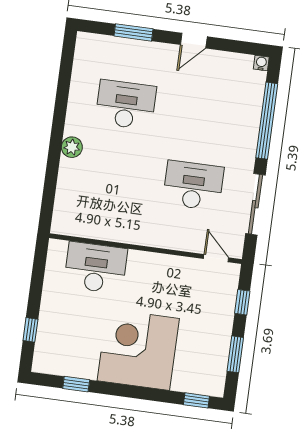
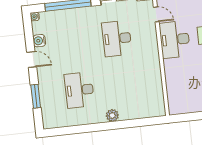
water cooler: (221, 60) -> (39, 41), added
door: (216, 258) -> (156, 14), swing flipped
desk: (96, 268) -> (175, 40), moved

